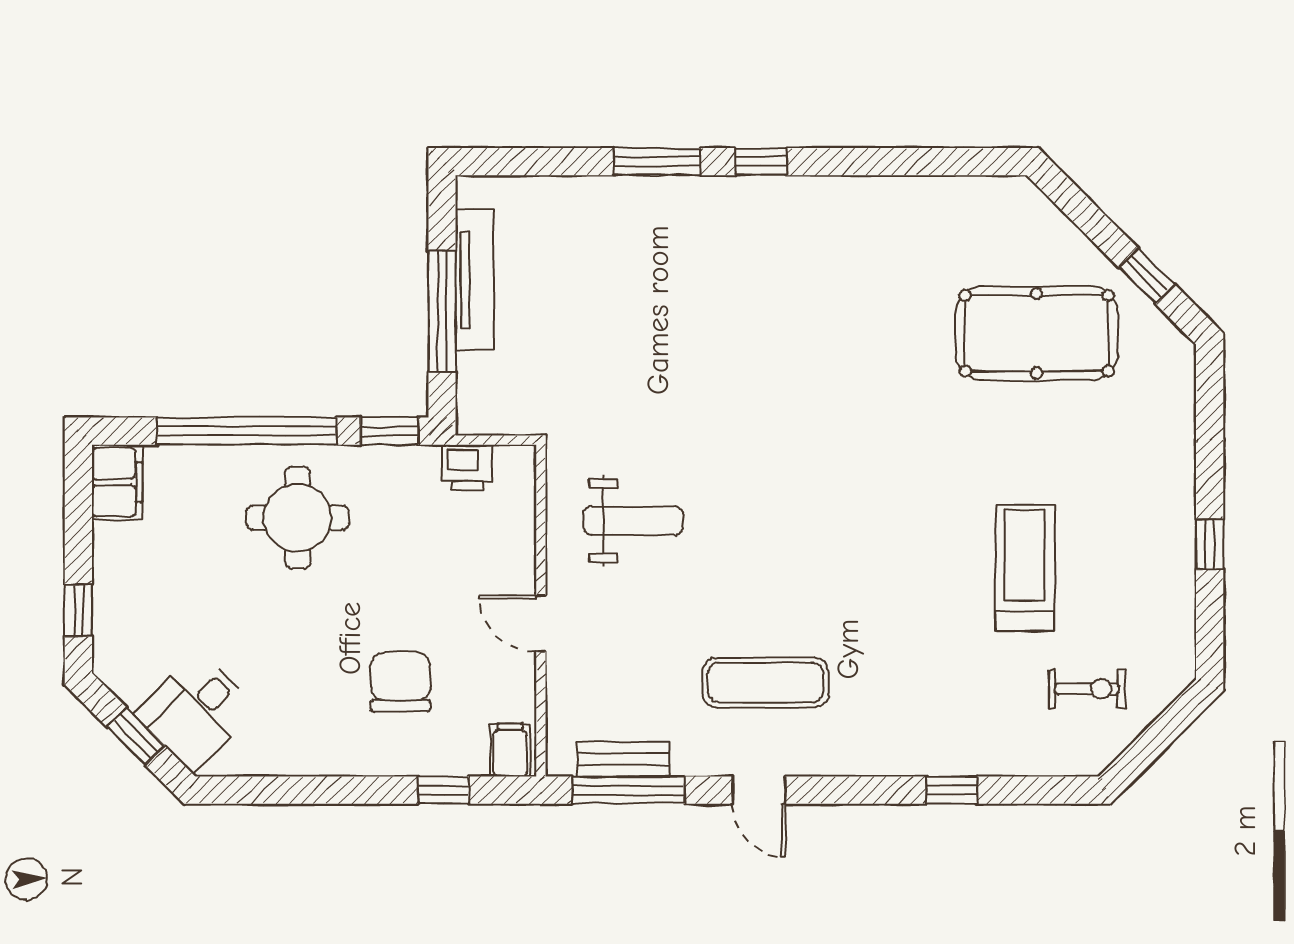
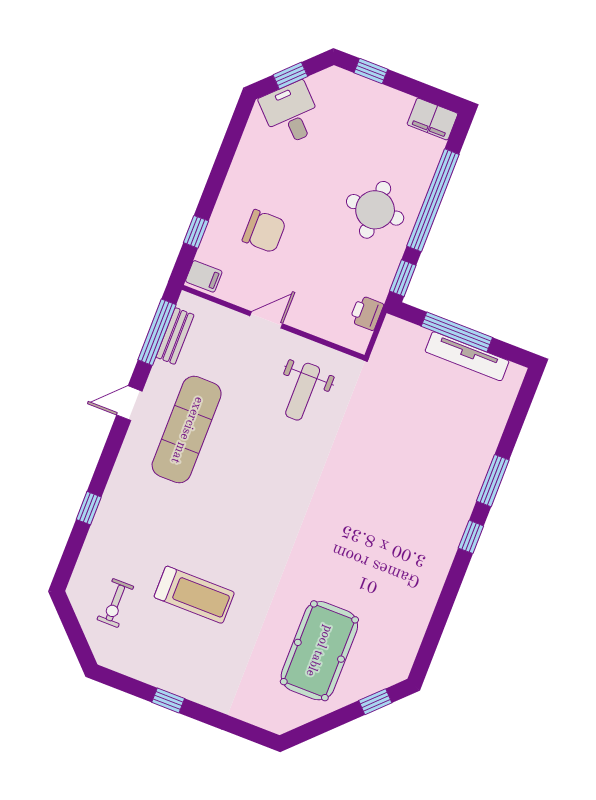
window: (1147, 276) -> (375, 702), moved
exercise mat: (765, 683) -> (187, 430), width x1.36, depth x1.45

